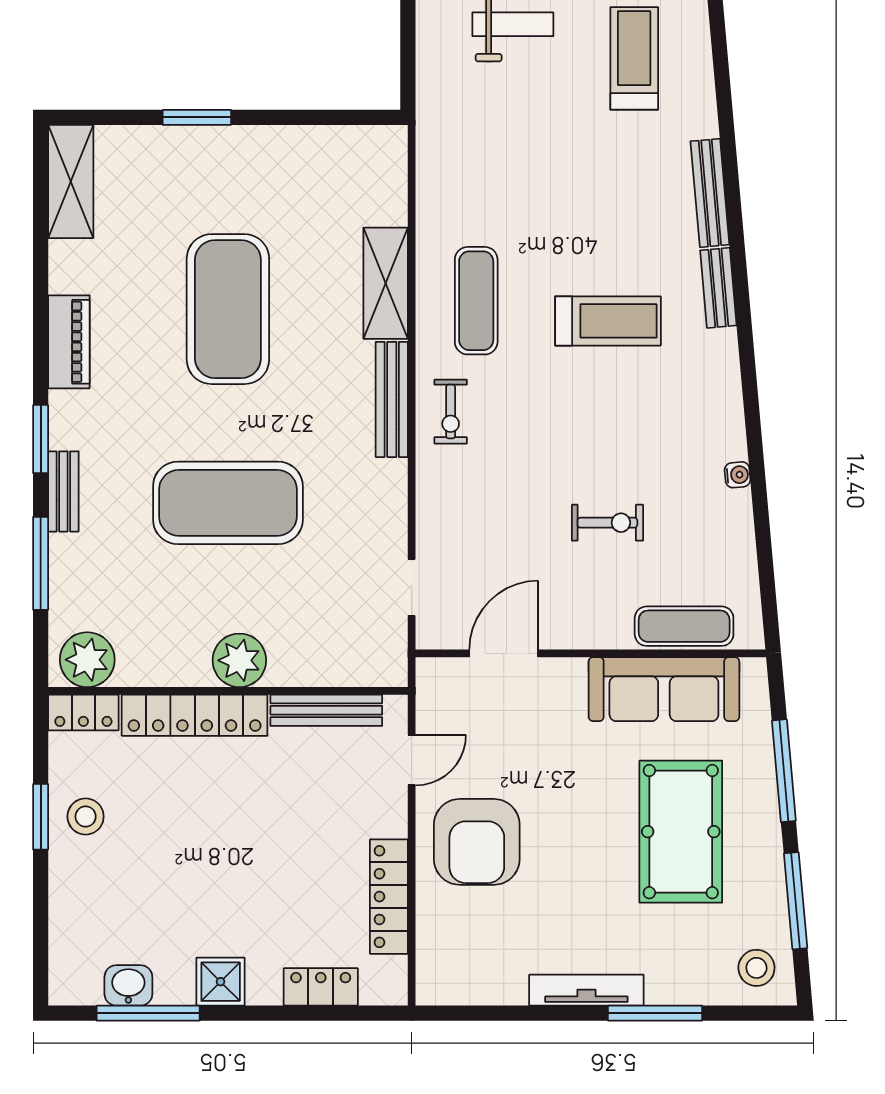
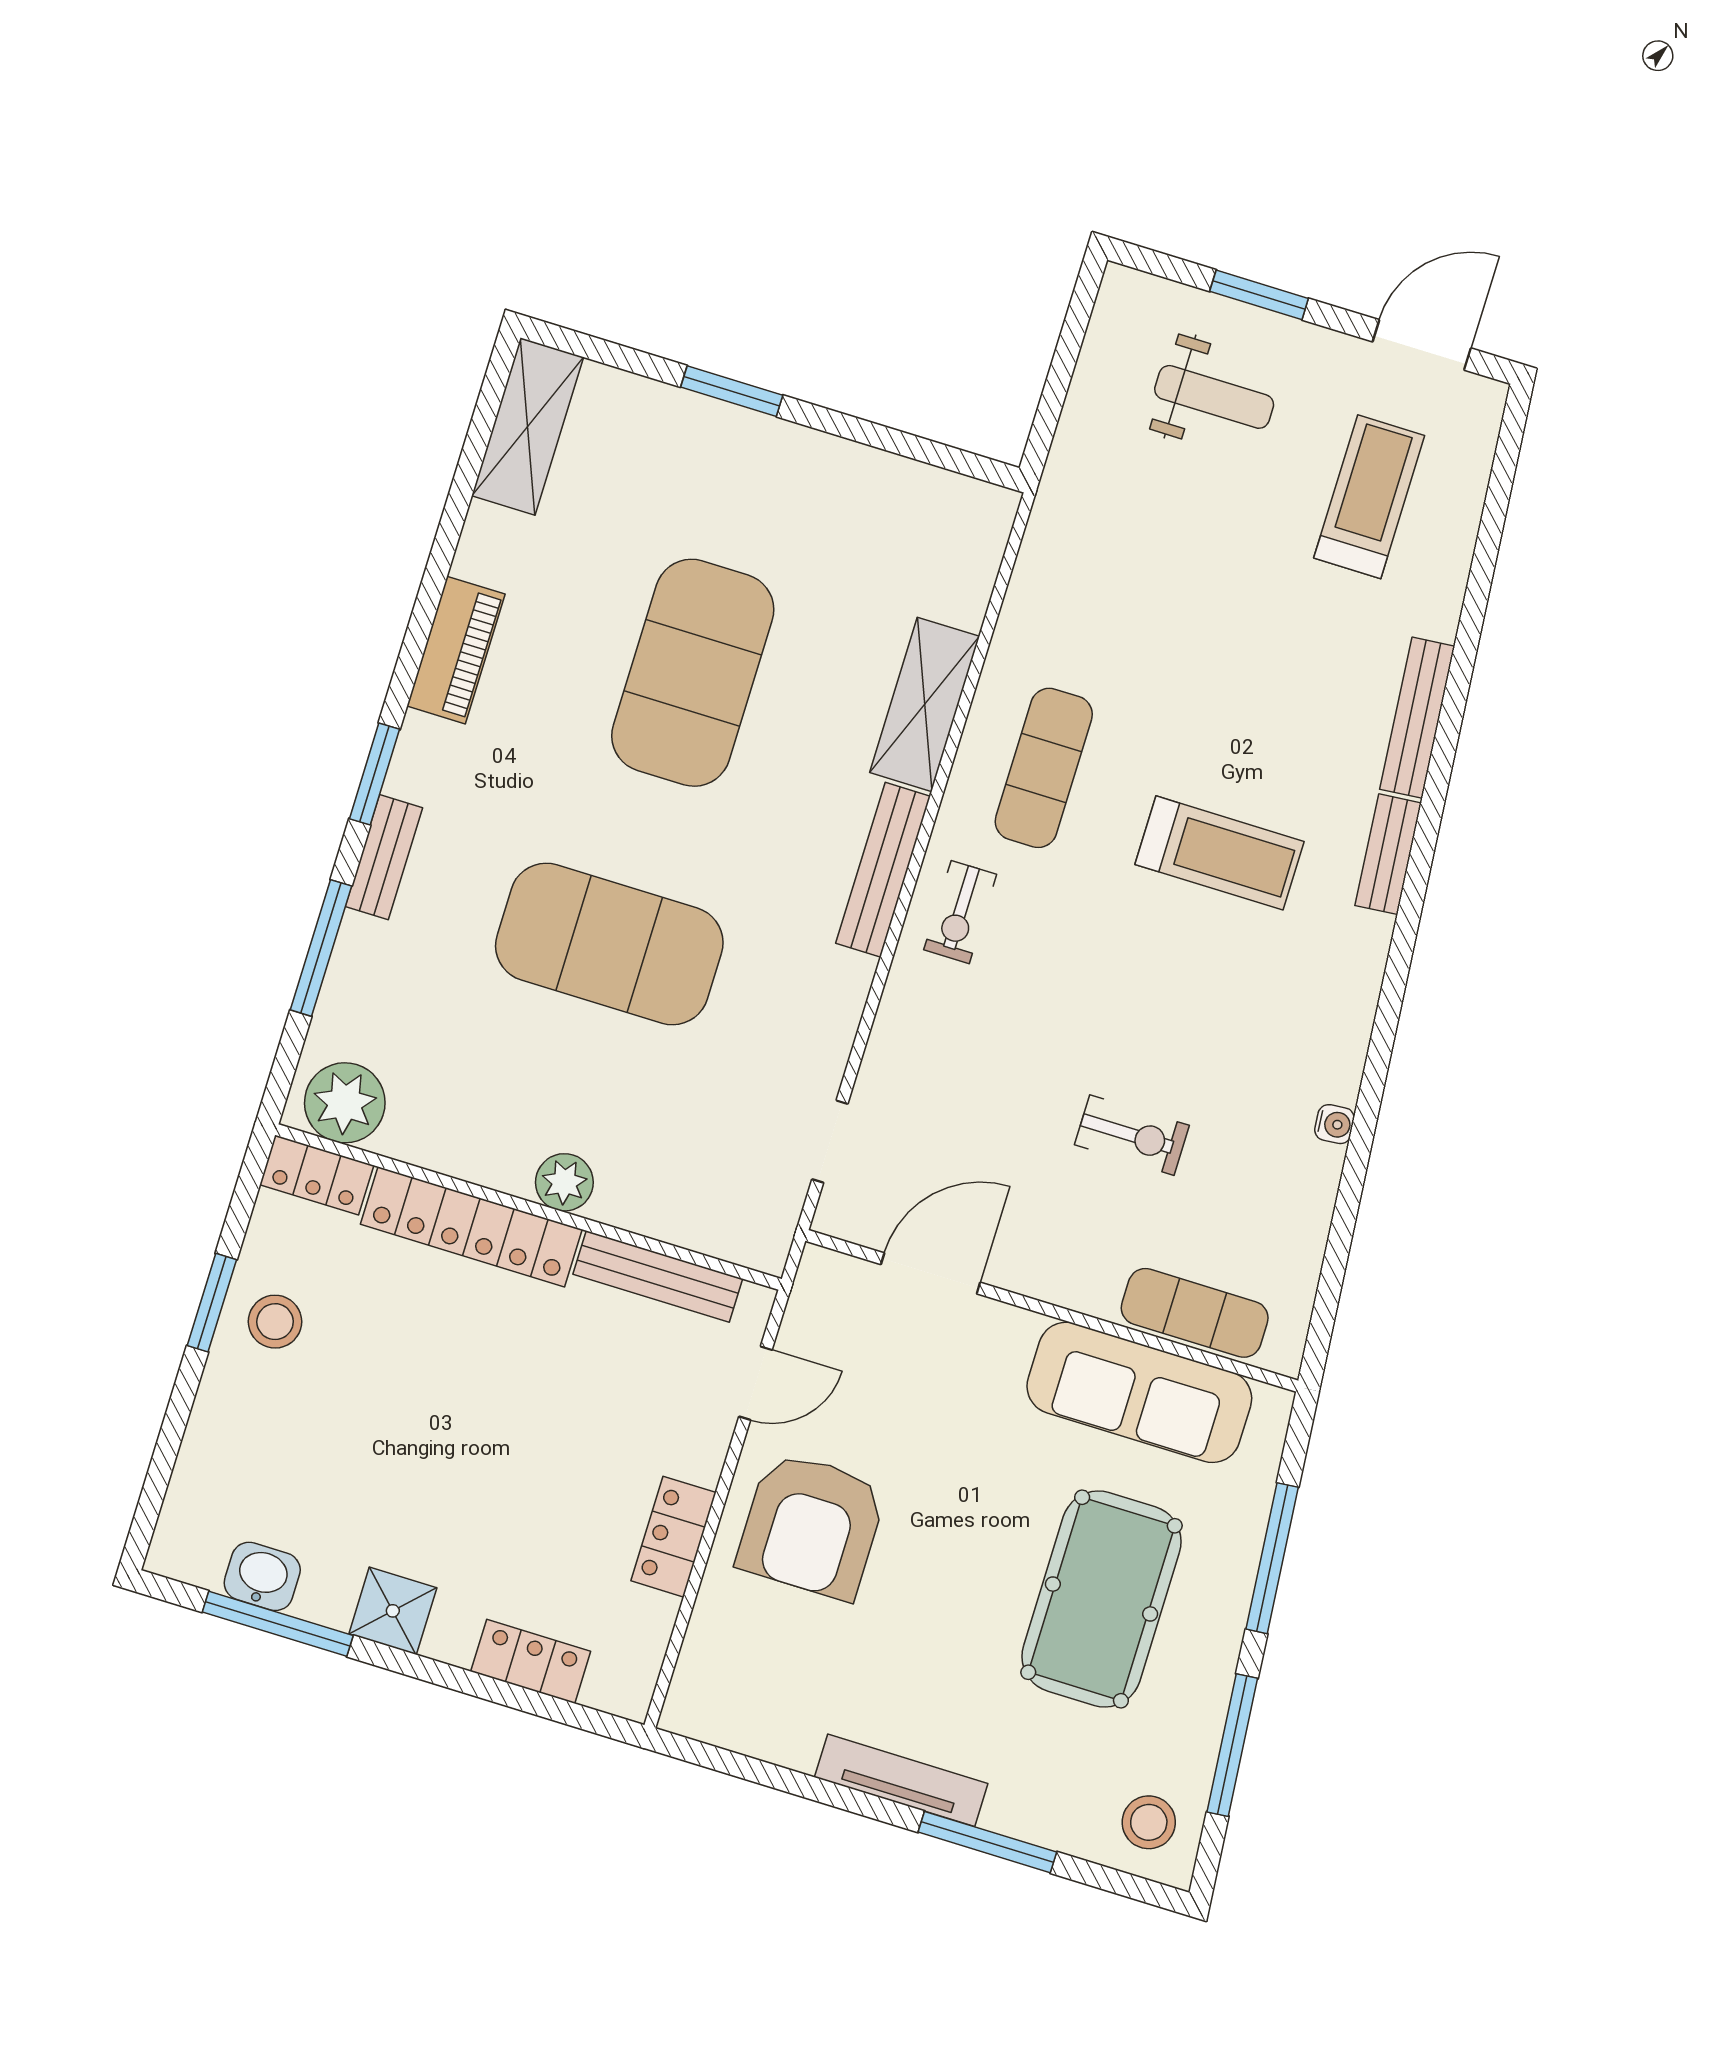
plant: (239, 660) -> (564, 1182), width x0.73, depth x0.73
locker: (389, 897) -> (674, 1537), width x0.66

